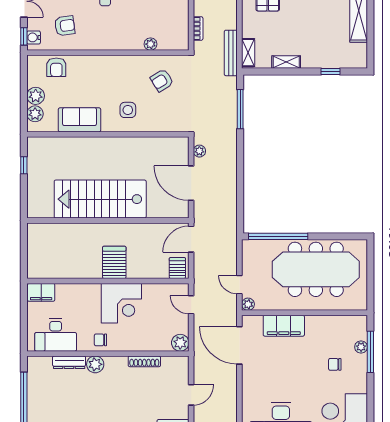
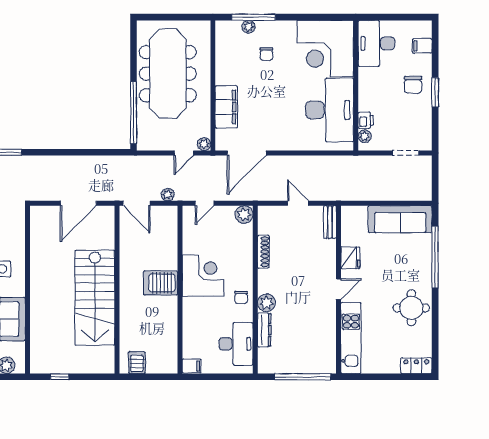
plant: (199, 151) -> (168, 195), moved
server rack: (177, 268) -> (137, 363), moved, turned 90
filing cabinet: (41, 292) -> (192, 366), width x0.50

